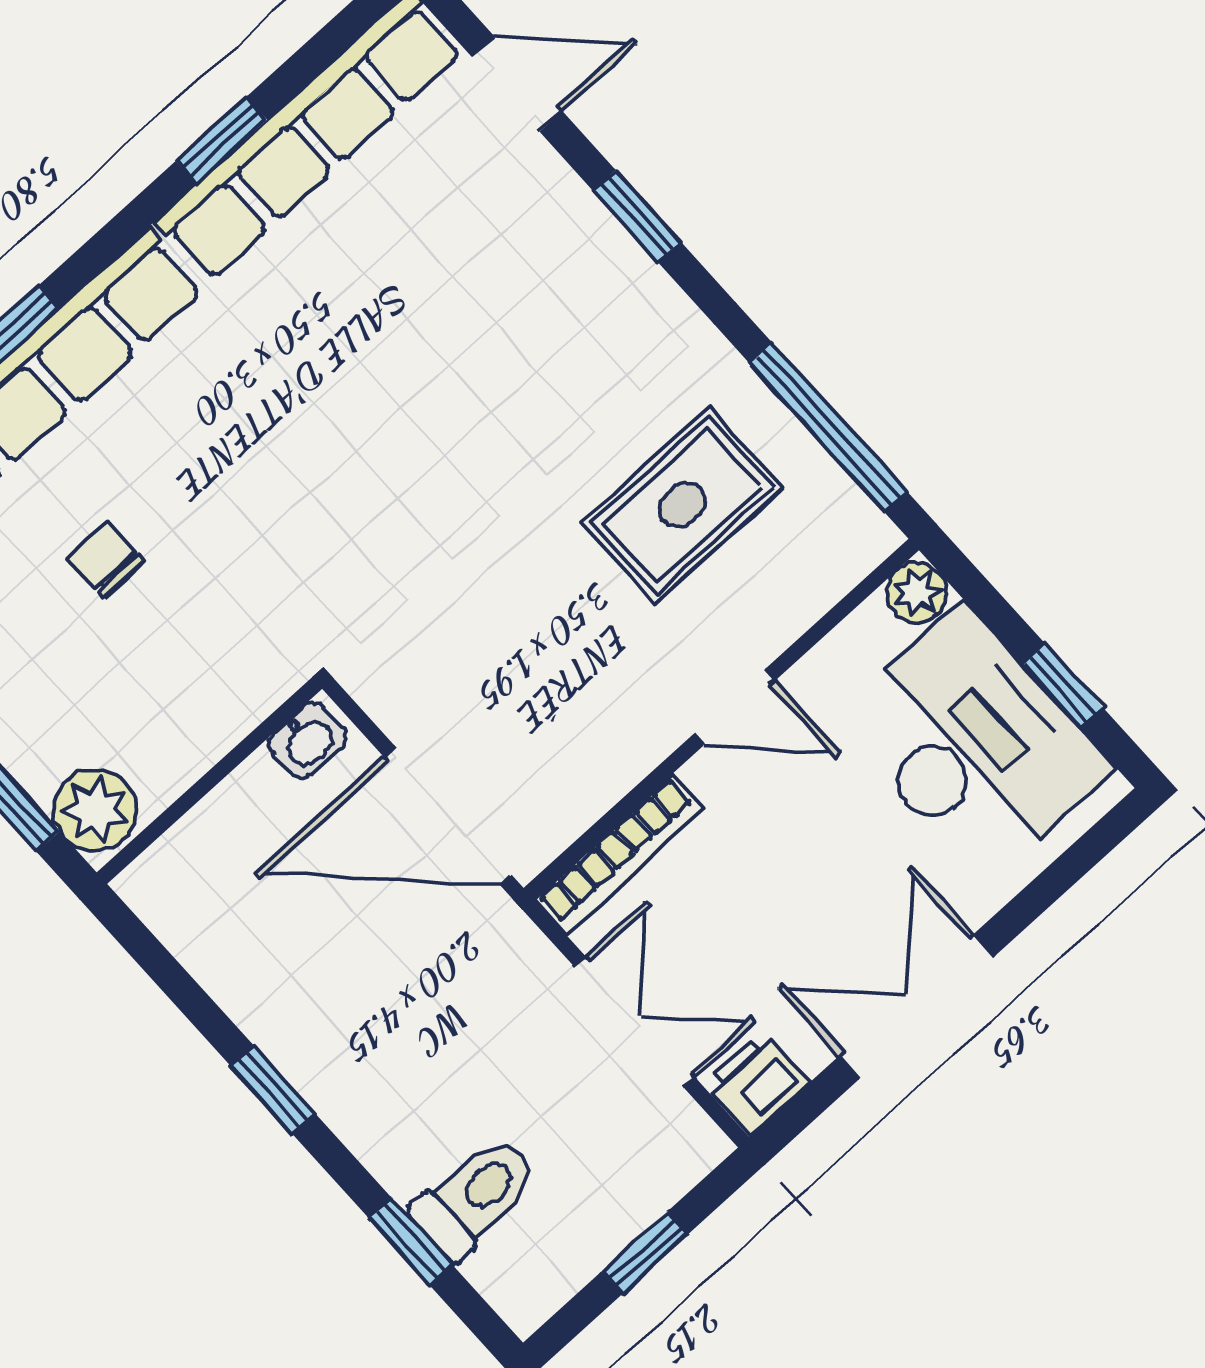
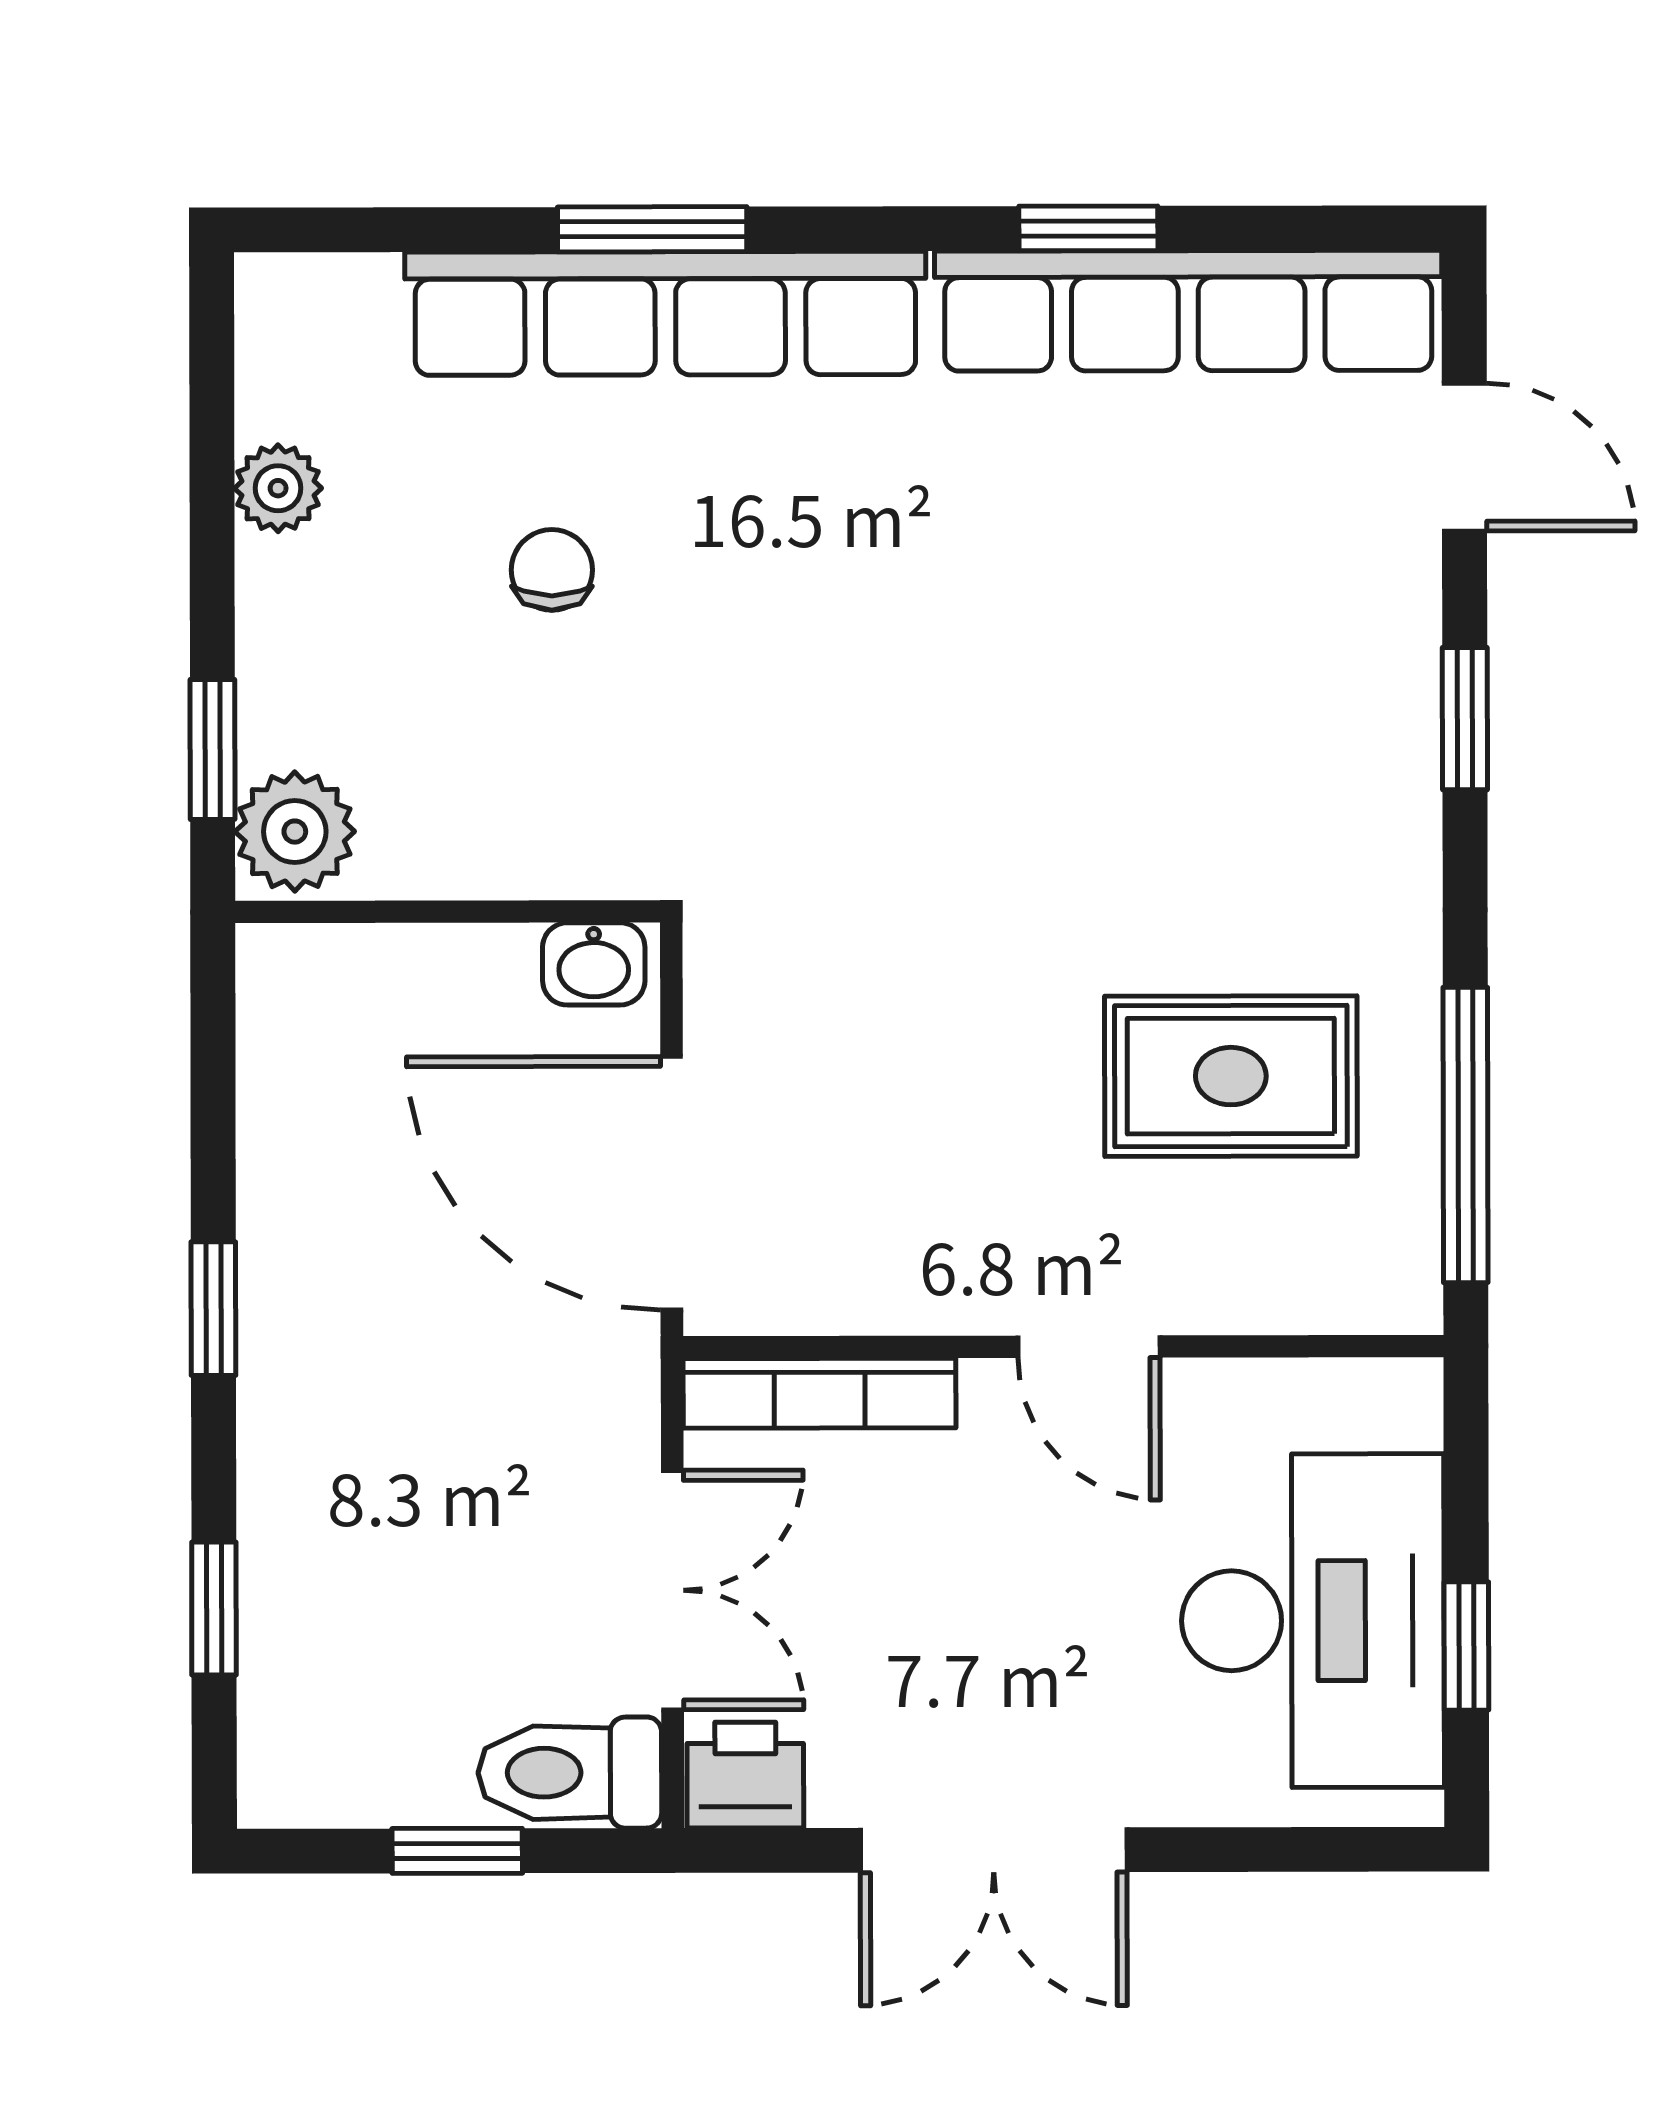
plant: (917, 592) -> (1400, 1401), removed
double door: (917, 1006) -> (994, 1850), swing flipped
toilet: (475, 1197) -> (570, 1773), moved, turned 180

